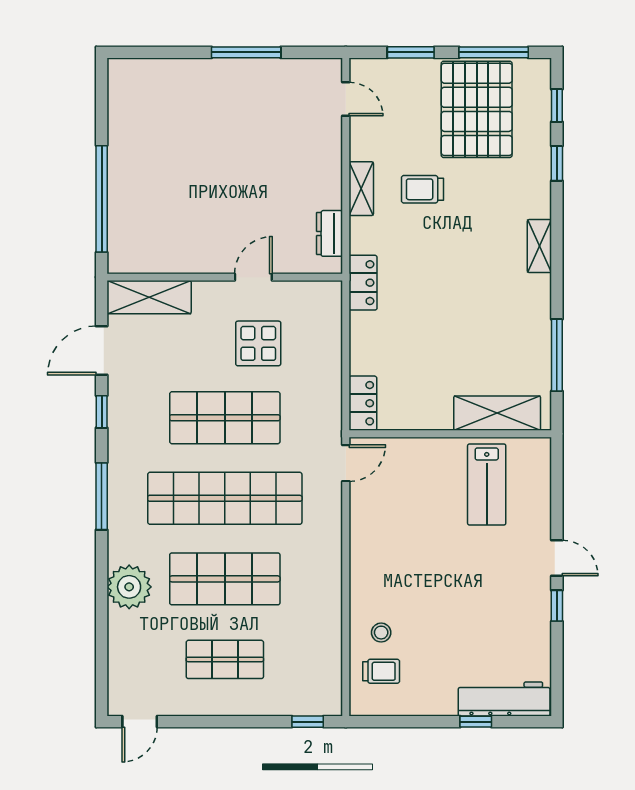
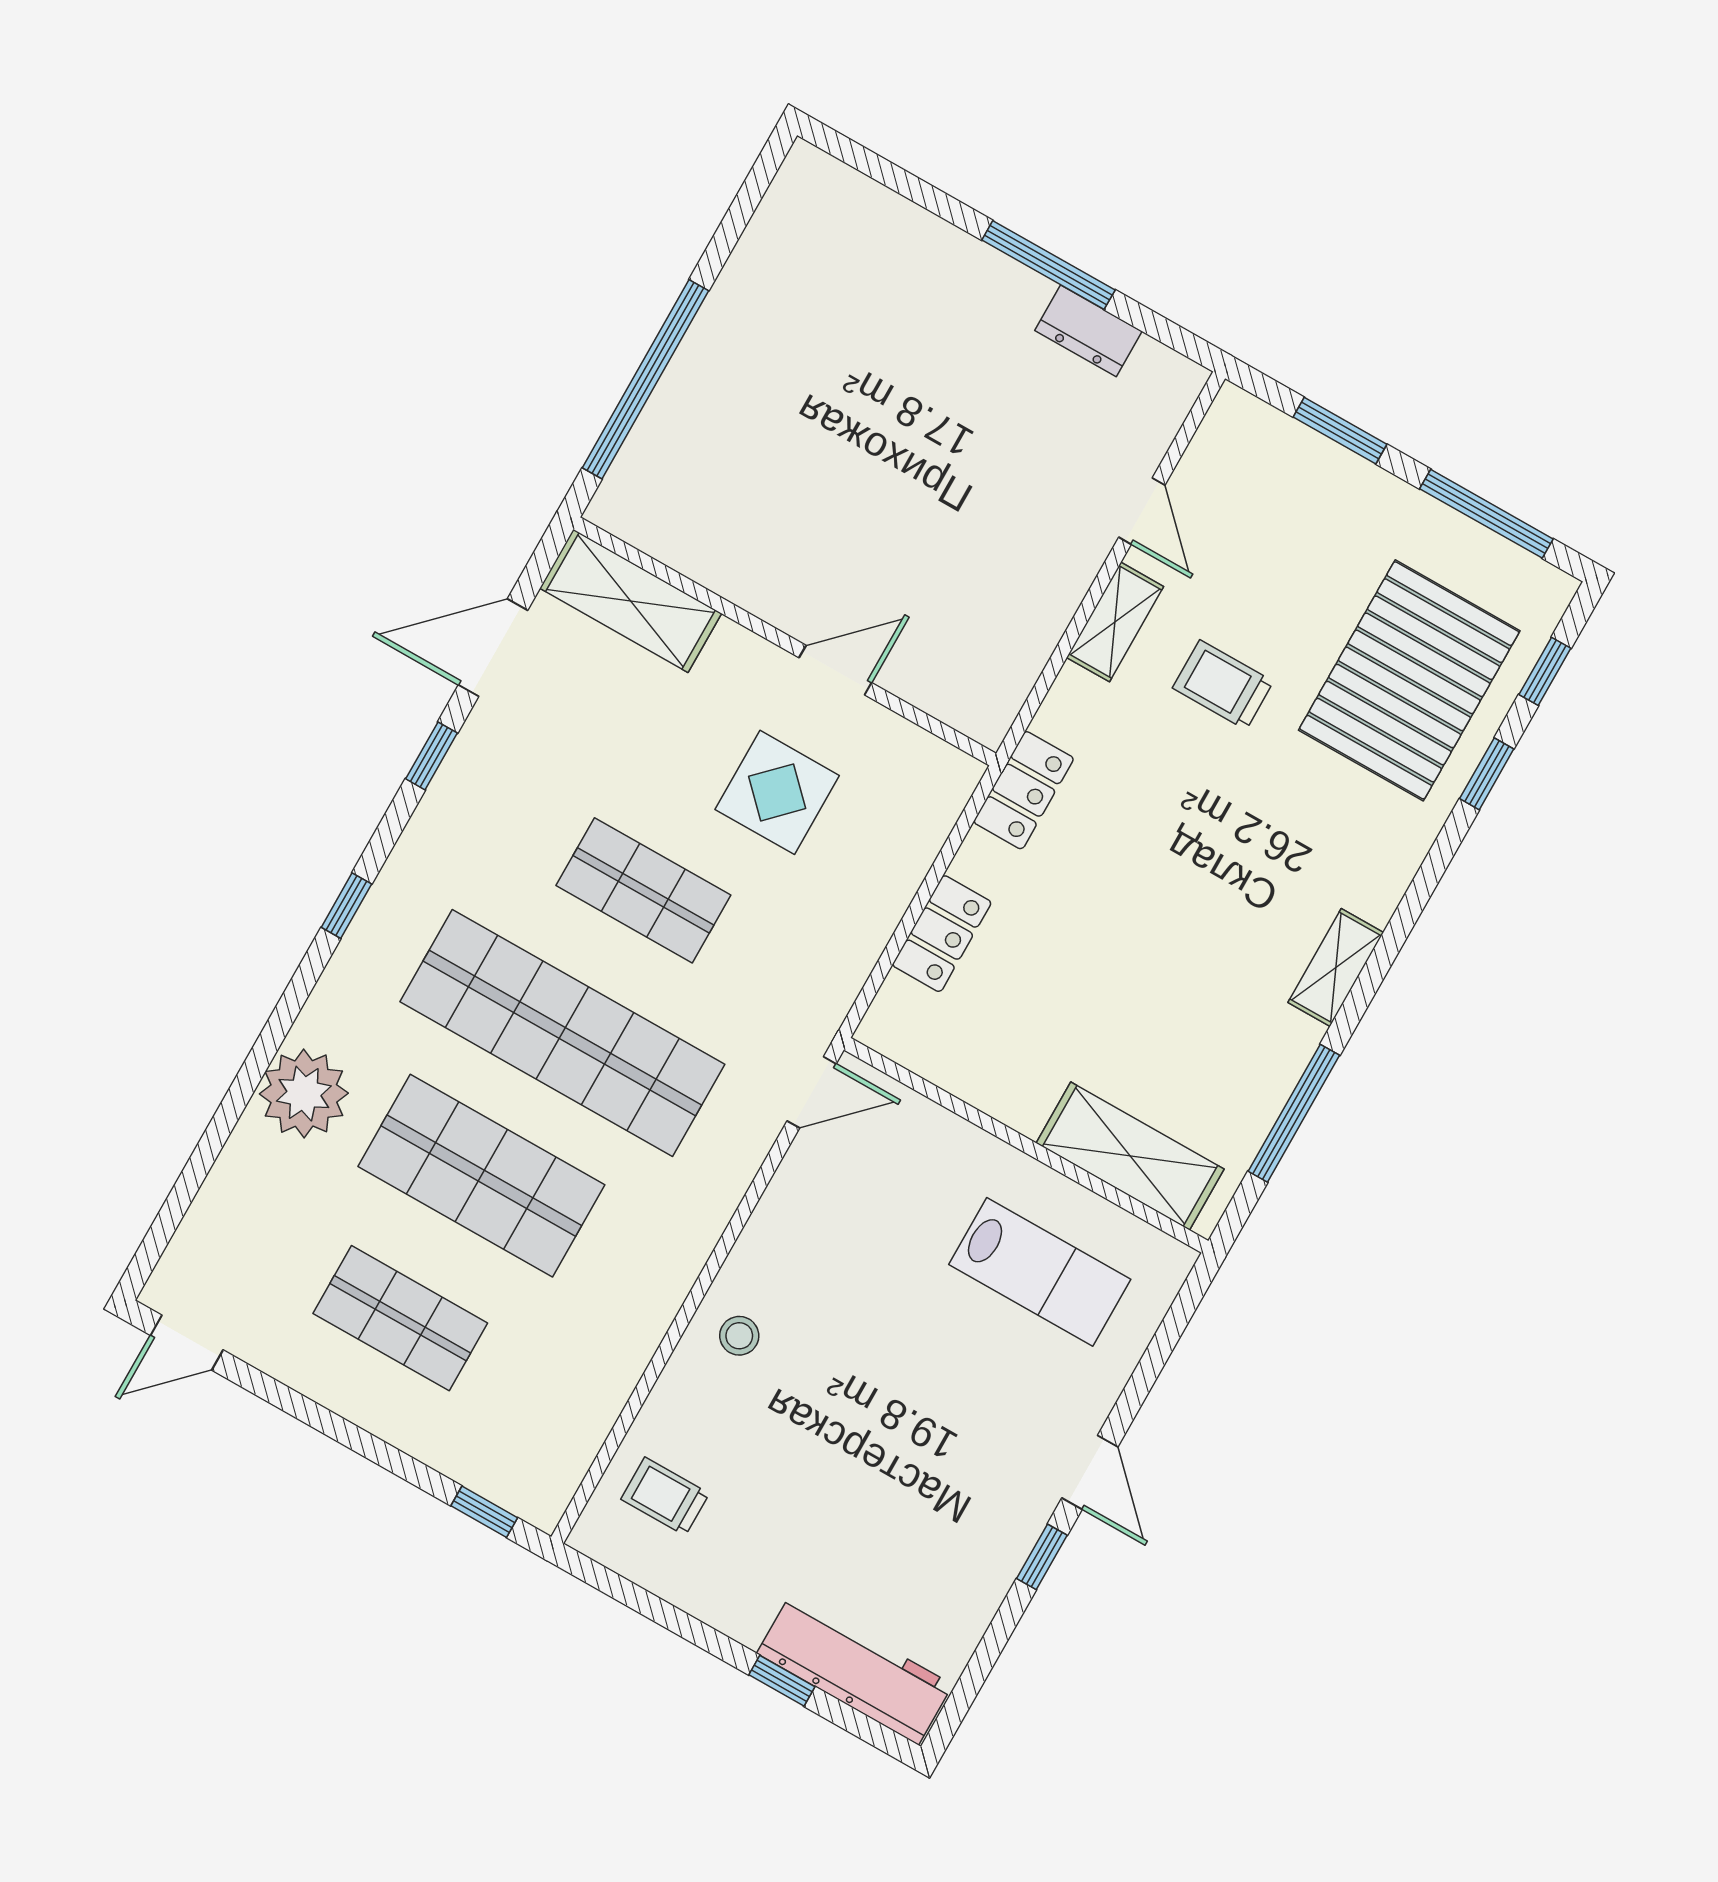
door: (346, 99) -> (1142, 511), moved
pallet: (477, 109) -> (1409, 680), moved
dresser: (330, 233) -> (1088, 331), moved, turned -90
shelving: (539, 246) -> (1336, 968), moved
locker: (363, 403) -> (942, 934), moved
shop shelf: (225, 418) -> (643, 890), width x0.70, depth x0.74
lab bench: (487, 484) -> (1040, 1272), turned -90
window: (102, 496) -> (346, 906), width x0.46
stool: (381, 633) -> (739, 1336), moved
trolley: (381, 671) -> (665, 1496), turned 180

